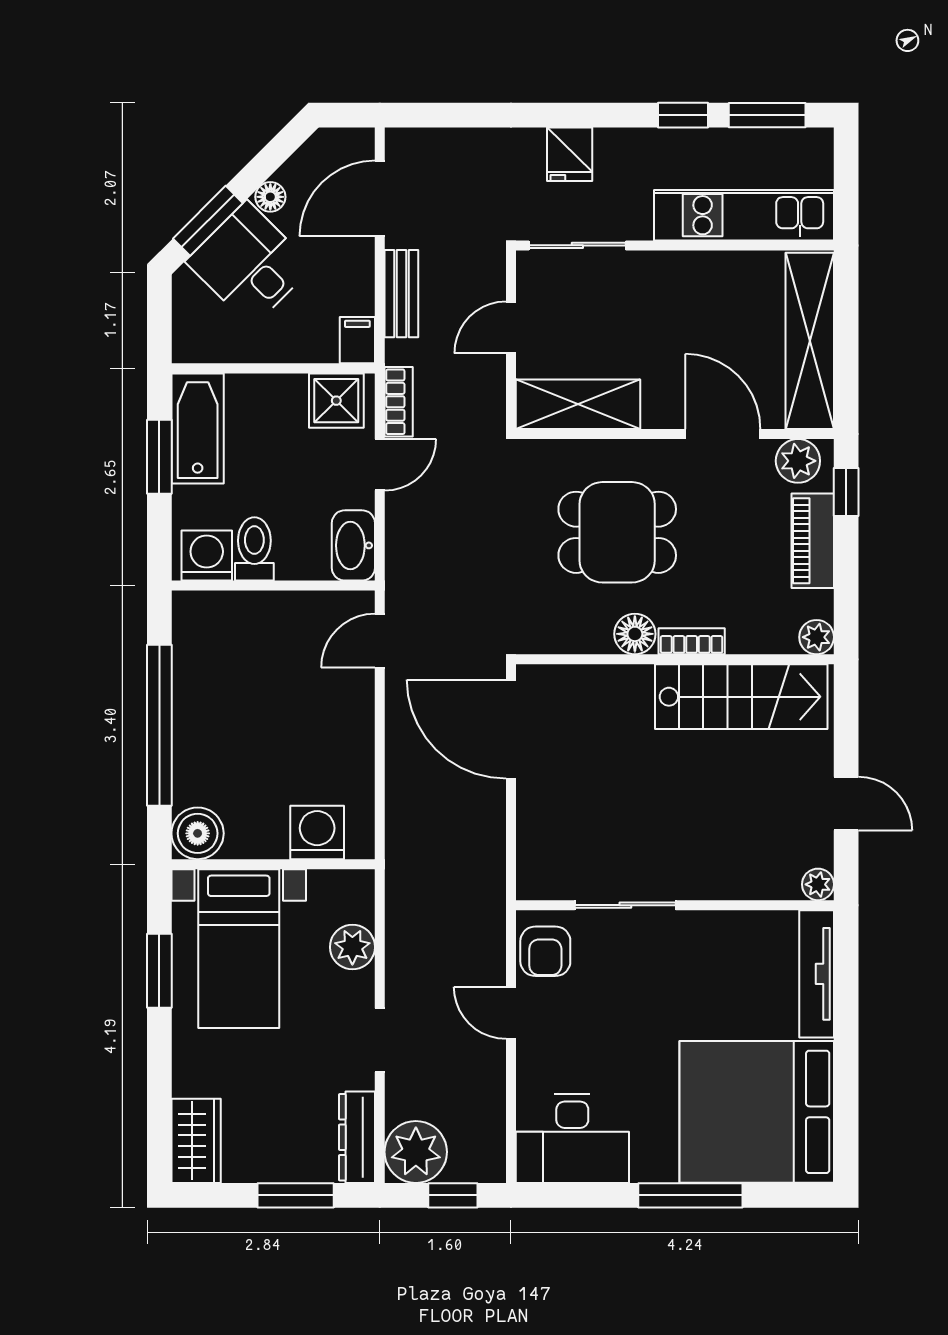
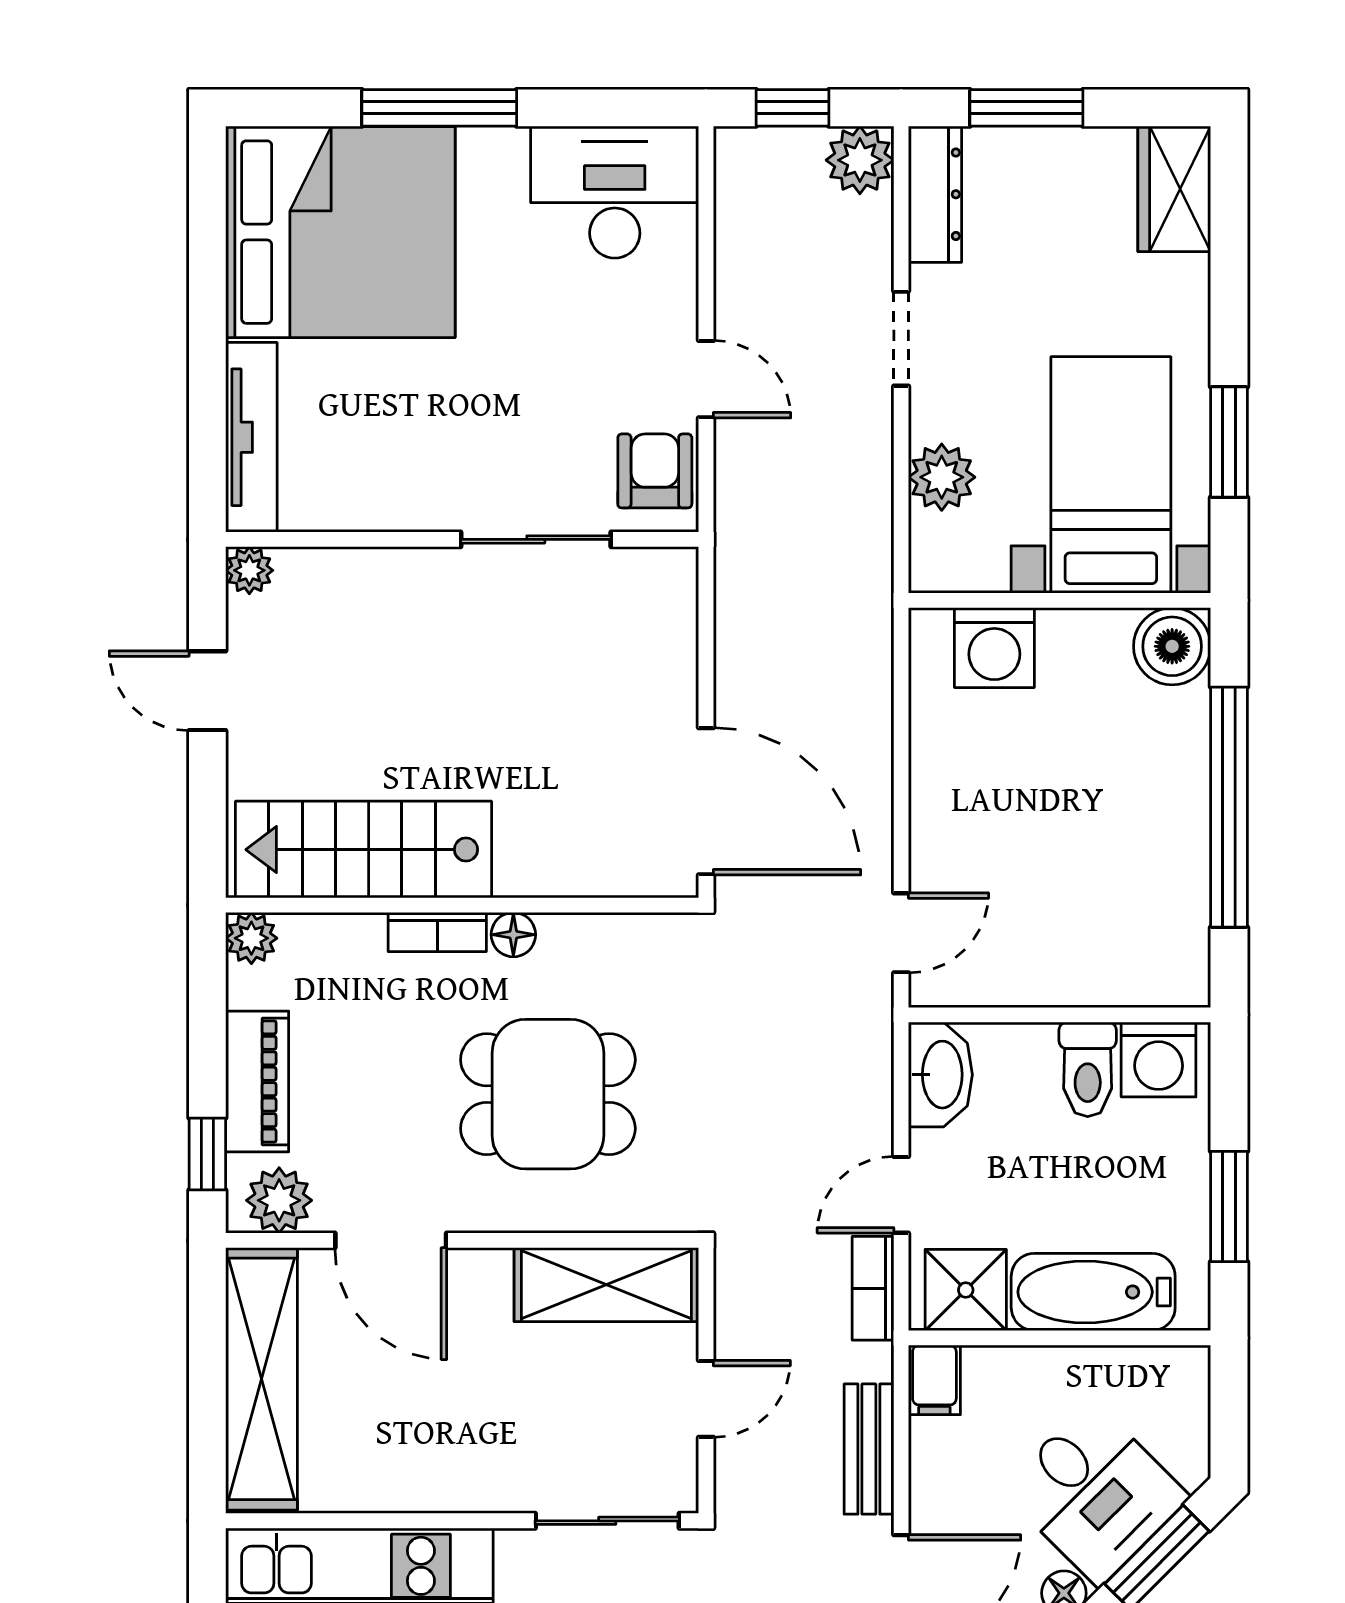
bathtub: (198, 428) -> (1093, 1292), moved, turned 90
floor lamp: (635, 634) -> (513, 935), width x0.73, depth x0.73
plant: (416, 1152) -> (860, 160), width x0.73, depth x0.73

